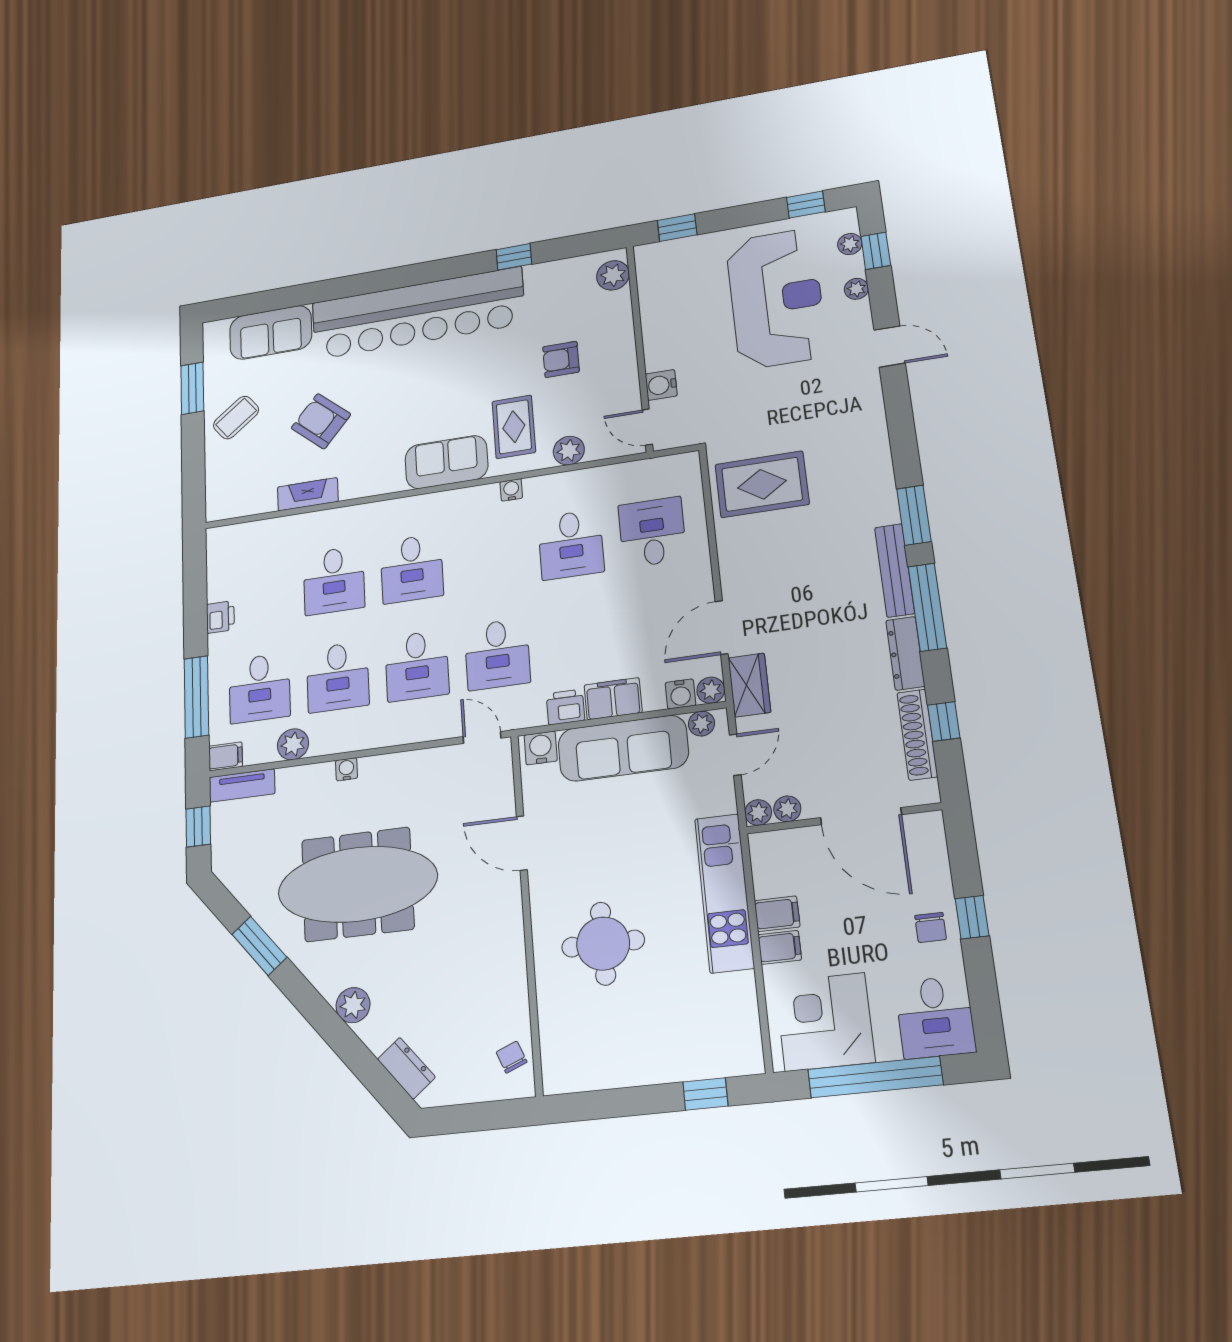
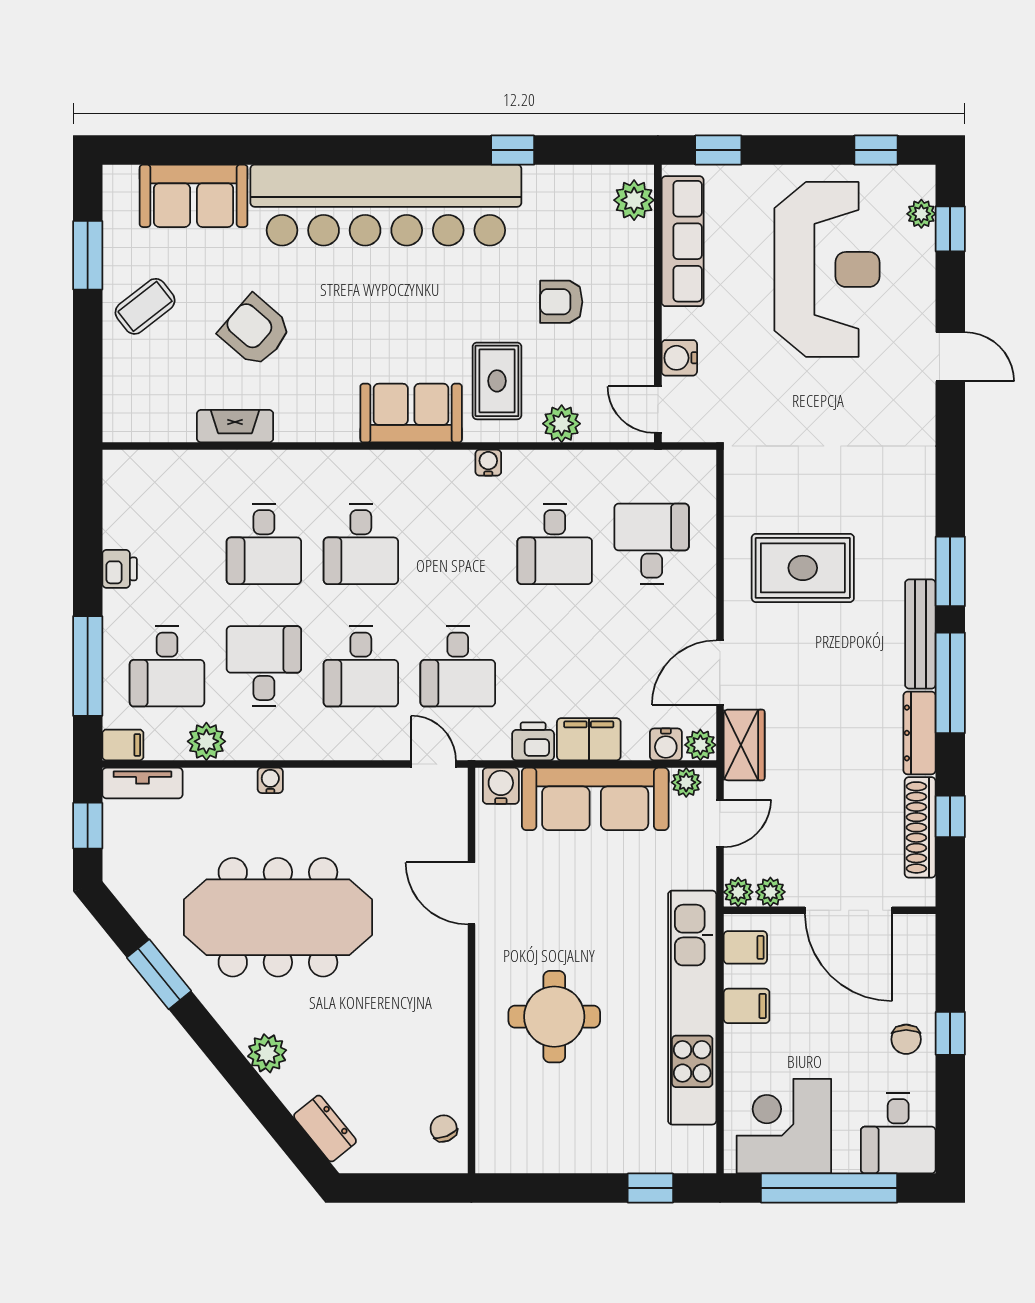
plant: (856, 289) -> (922, 275), removed
row of seats: (655, 298) -> (683, 241), added
rug: (762, 484) -> (803, 568), moved
desk: (338, 677) -> (264, 666), turned 180
kitchen unit: (724, 893) -> (692, 1008), width x1.36
filing cabinet: (780, 947) -> (745, 947), moved

